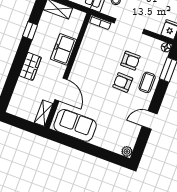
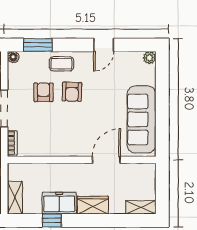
freezer: (64, 49) -> (59, 203), moved, turned 180
shelving: (44, 113) -> (141, 207), moved
door: (150, 120) -> (104, 45), hinge flipped
sofa: (75, 125) -> (142, 119), width x1.36

